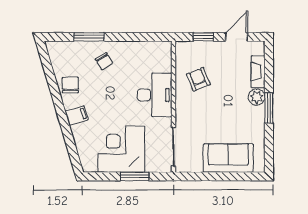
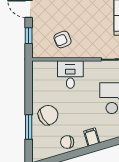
chair: (104, 61) -> (48, 115), width x1.87, depth x1.87
desk: (155, 95) -> (70, 75), width x0.73

